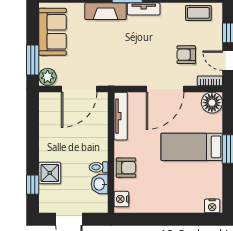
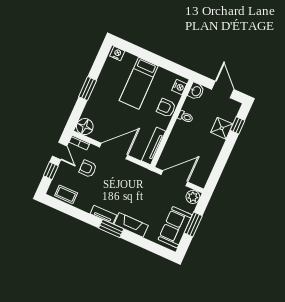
armchair: (186, 55) -> (88, 169), turned 180
window: (33, 60) -> (193, 224), moved
bed: (192, 147) -> (139, 83), moved, turned 90
washbasin: (100, 184) -> (196, 91), moved

